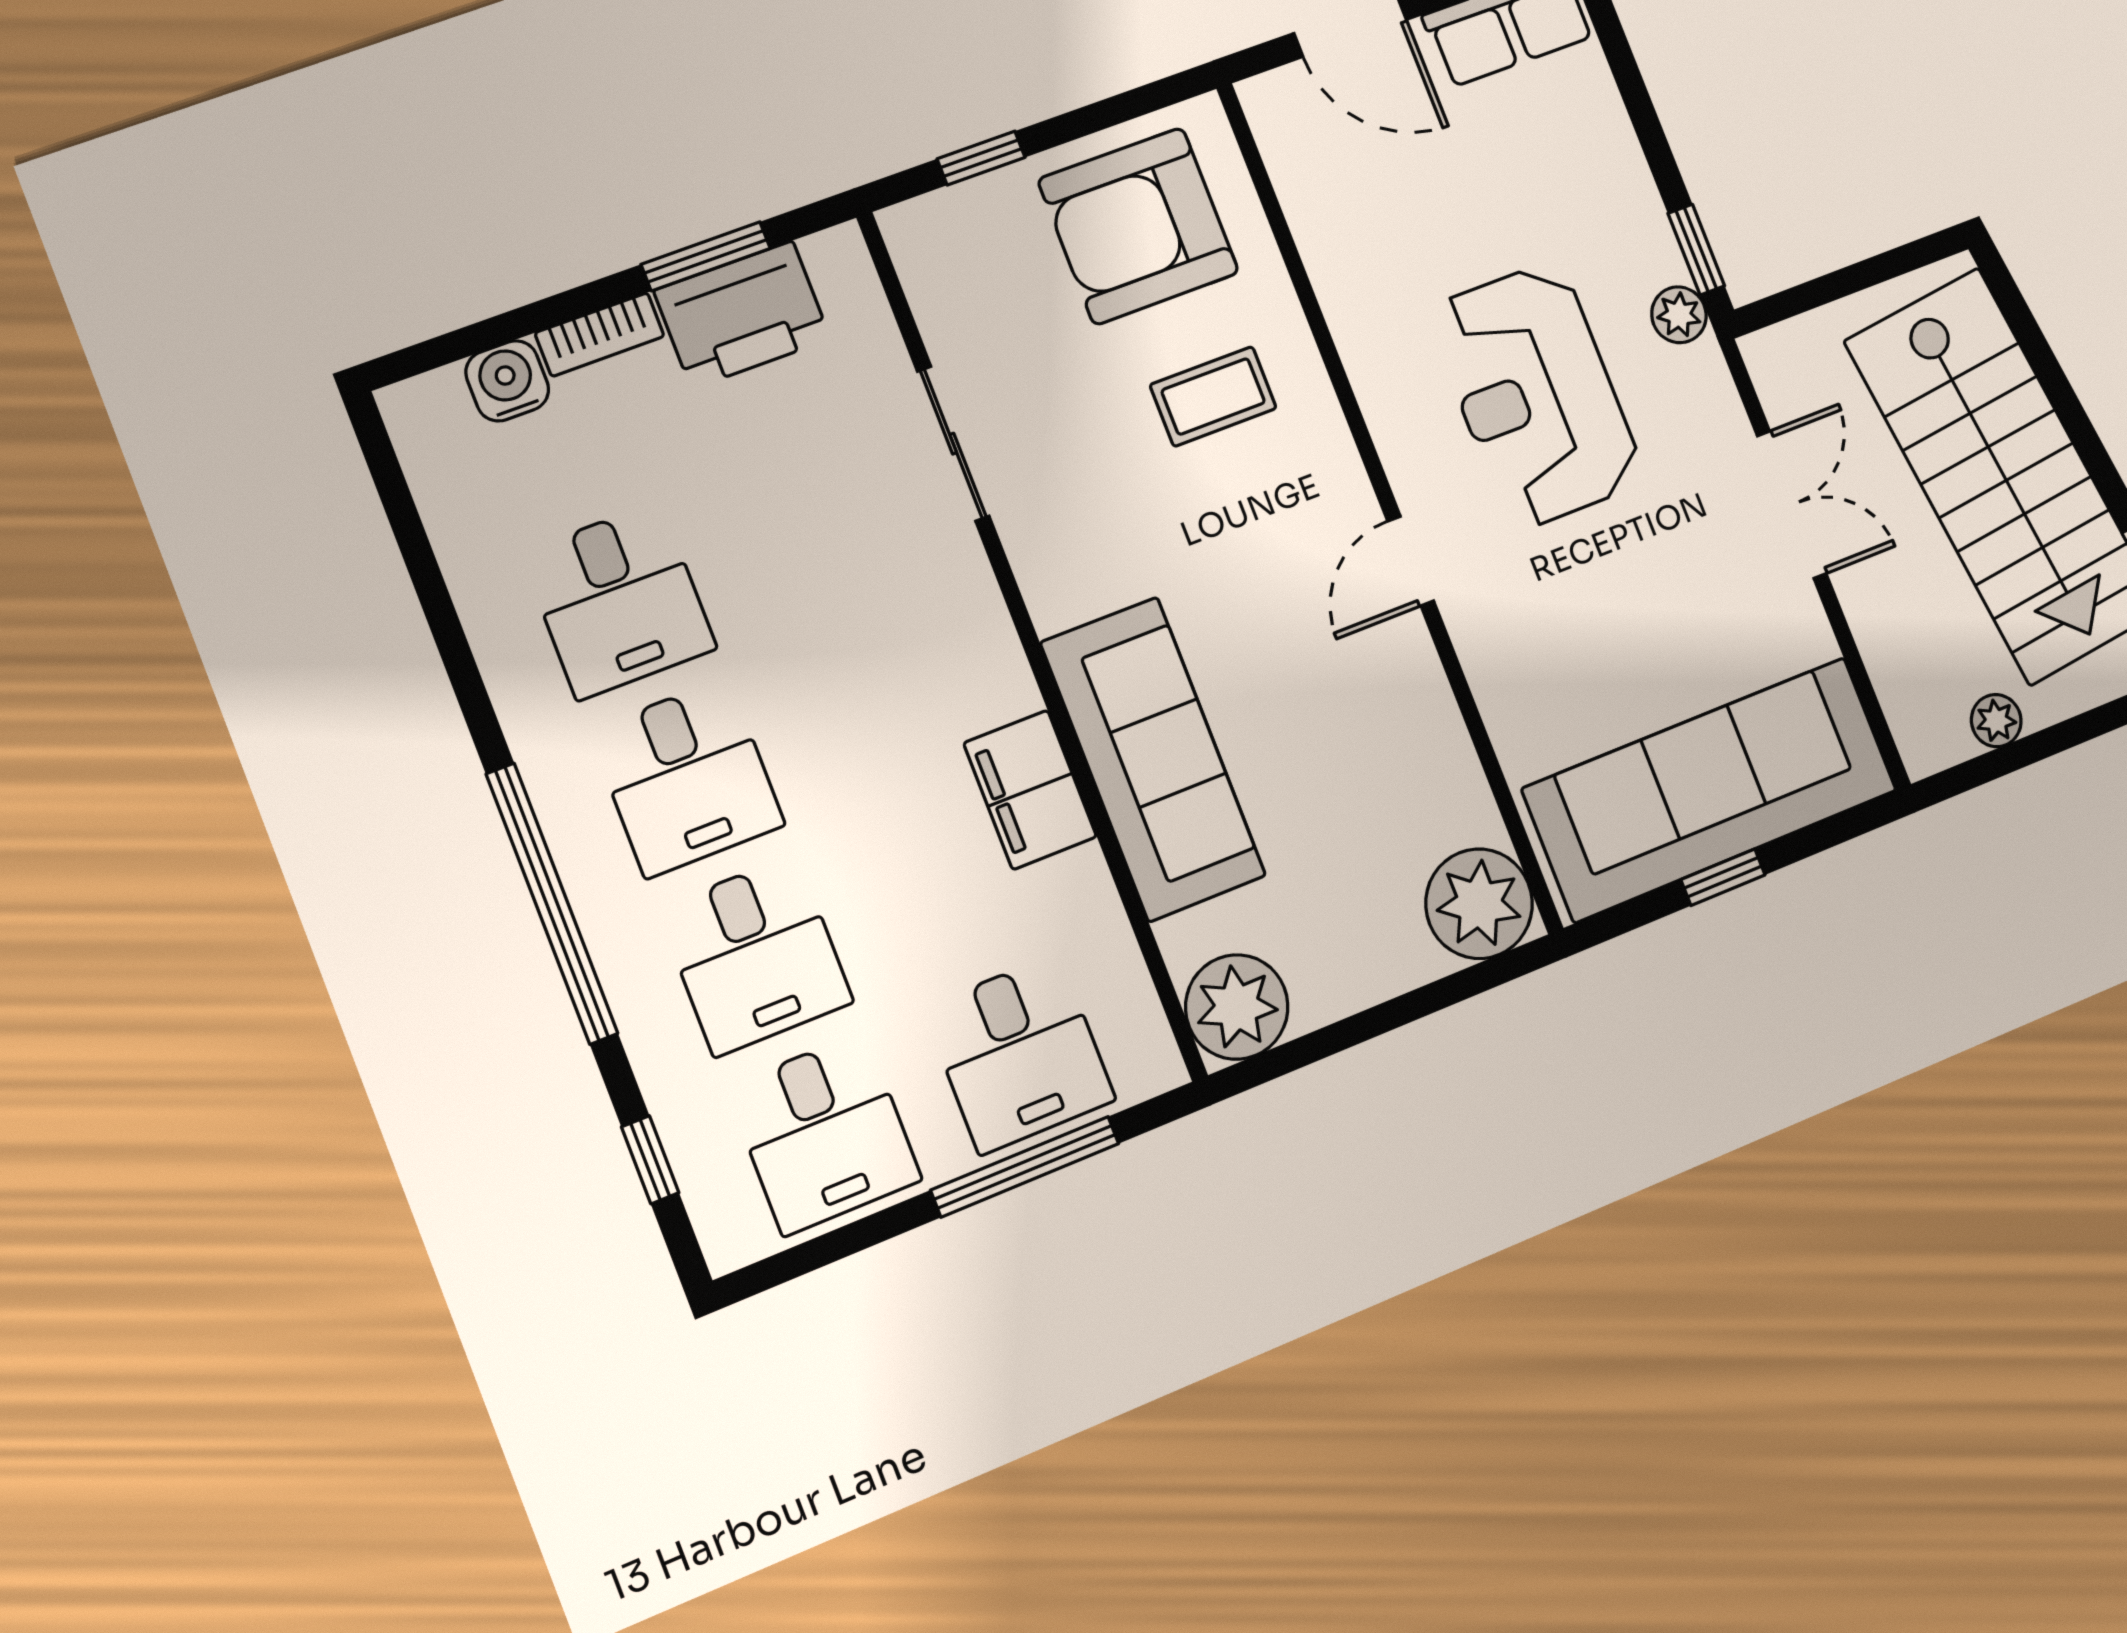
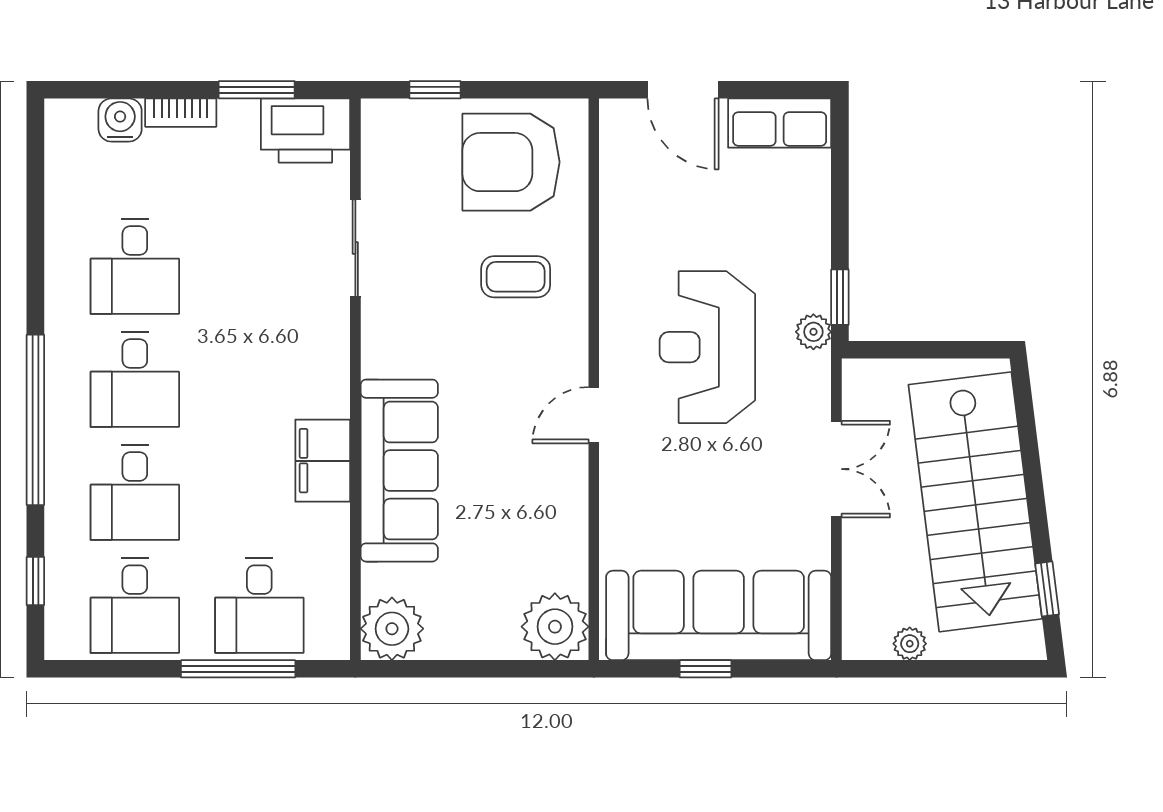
printer: (742, 315) -> (305, 130), moved

